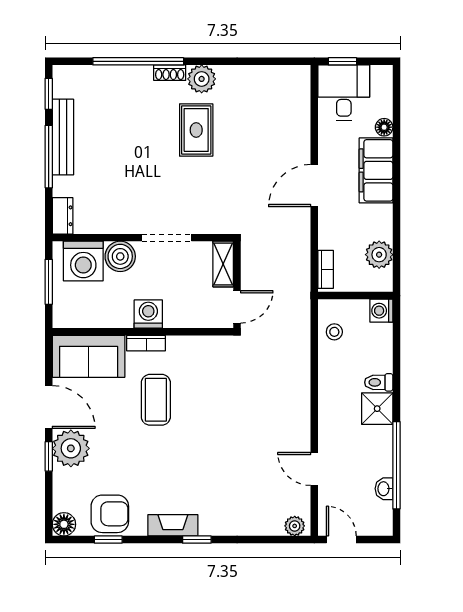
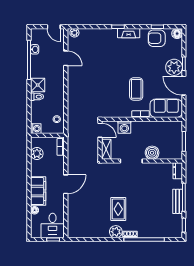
bench: (63, 137) -> (178, 201), width x0.73
washing machine: (83, 261) -> (168, 151), removed
door: (237, 307) -> (100, 130), swing flipped
washing machine: (148, 314) -> (124, 127), moved

